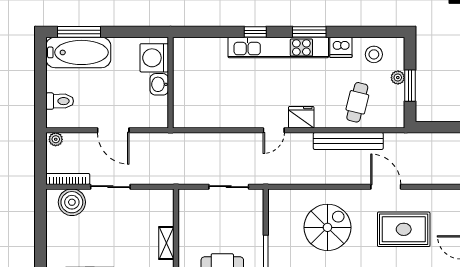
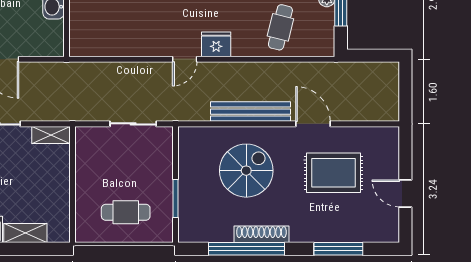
bench: (348, 141) -> (250, 112), moved
shelving: (166, 243) -> (51, 135), moved, turned 90

